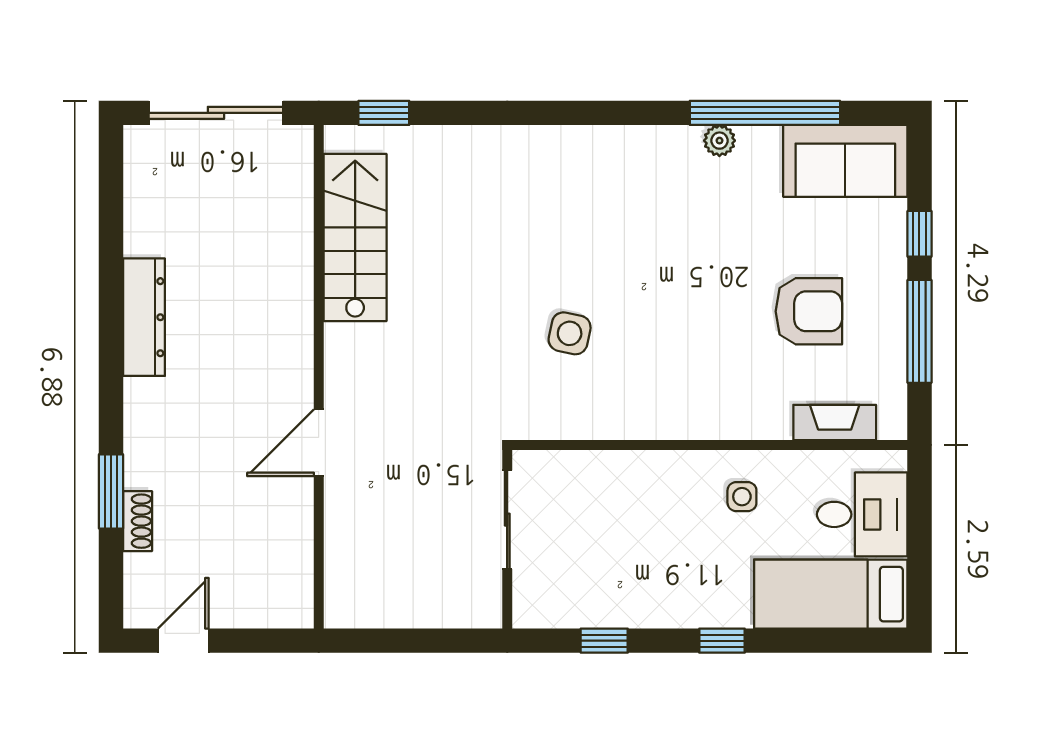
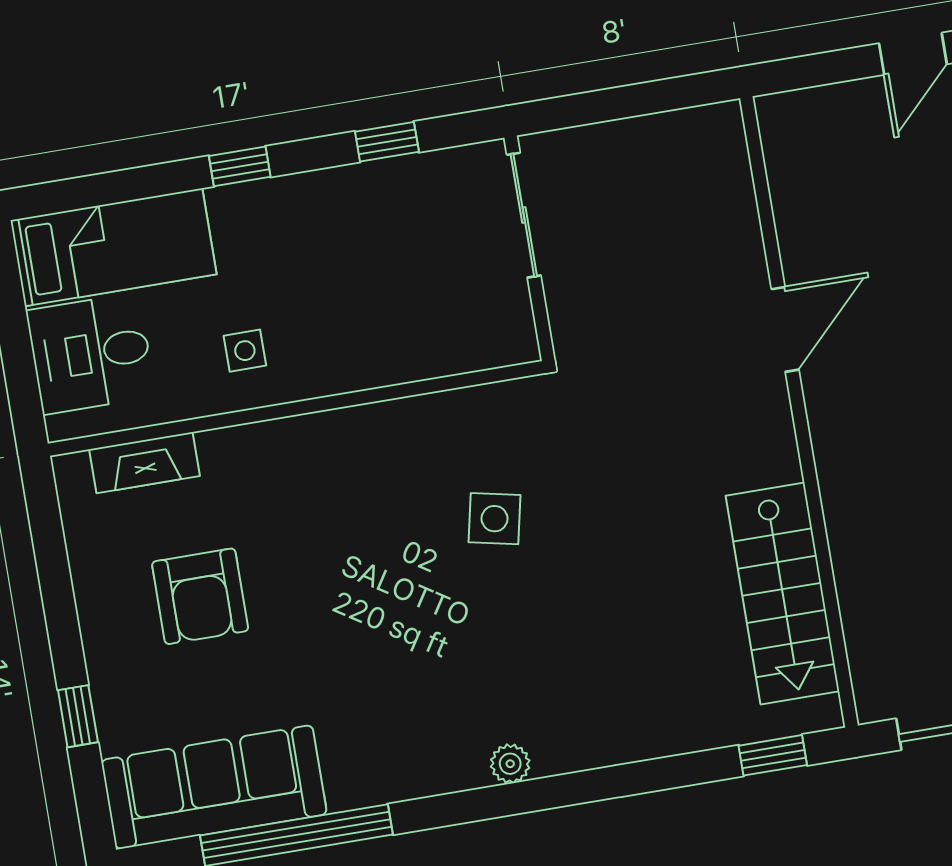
plant: (719, 141) -> (510, 764), moved
sofa: (845, 161) -> (214, 787), width x1.36
armchair: (809, 311) -> (200, 596), turned -90
window: (919, 331) -> (58, 594), removed
sliding door: (507, 520) -> (524, 215), moved

